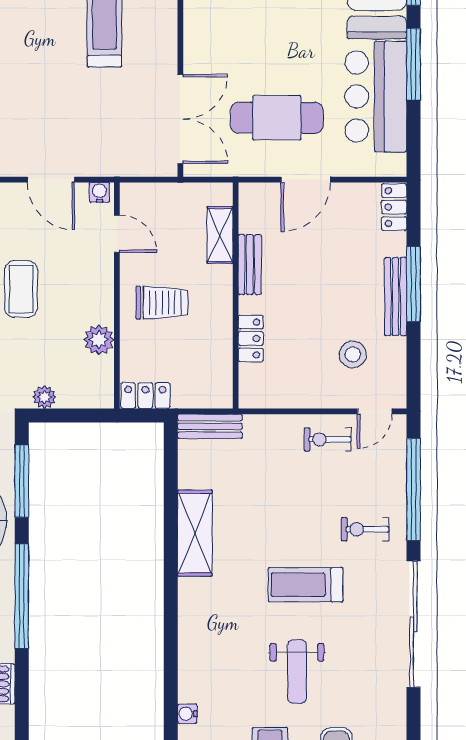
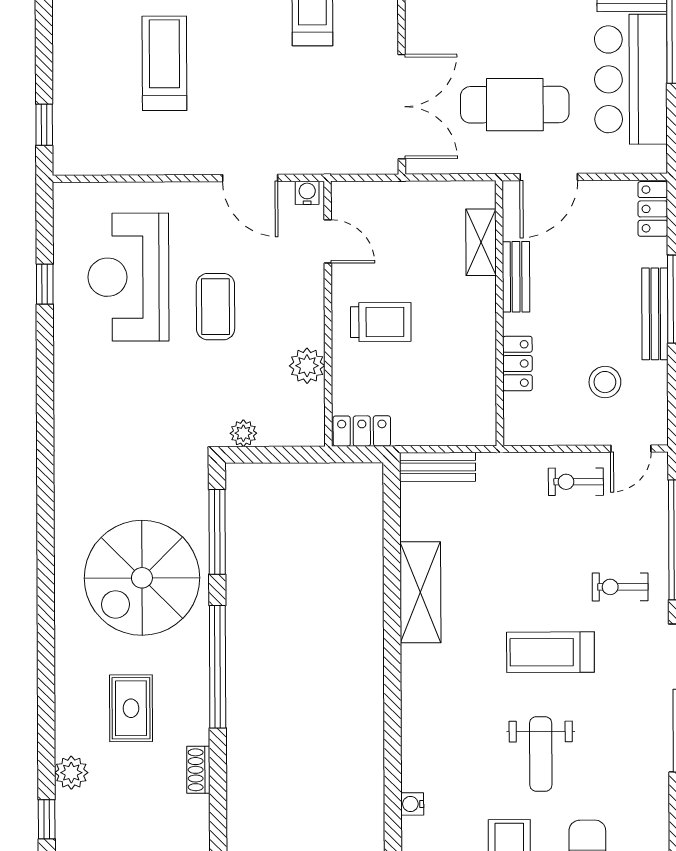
shelving: (220, 235) -> (481, 242), moved
bench: (250, 265) -> (516, 277), moved
wall: (236, 295) -> (499, 313), moved
locker: (251, 338) -> (517, 364), moved

